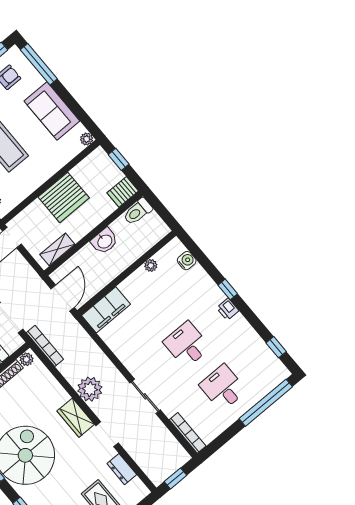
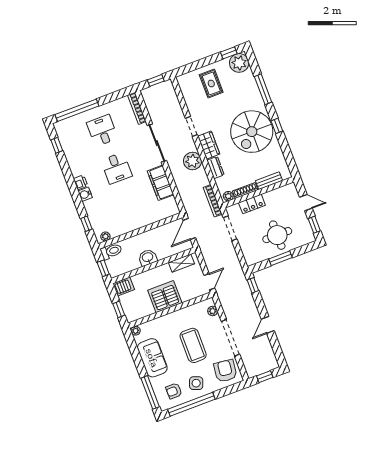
window: (158, 207) -> (103, 268), added
toilet: (138, 212) -> (111, 251), moved
water cooler: (187, 261) -> (85, 194), moved
plant: (151, 265) -> (105, 236), moved
window: (228, 289) -> (86, 224), moved
filing cabinet: (106, 310) -> (160, 183), moved, turned -90
desk: (223, 388) -> (102, 131), turned 180
sliding door: (145, 396) -> (157, 143), width x1.37
dresser: (122, 469) -> (216, 168), moved

